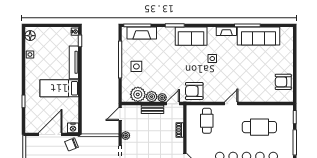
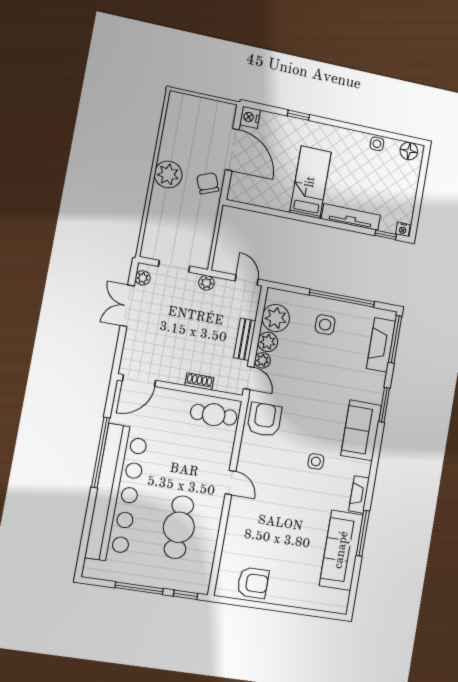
armchair: (283, 82) -> (253, 583), turned 90
cafe table: (207, 121) -> (214, 415), moved
nightstand: (73, 128) -> (250, 117), moved

